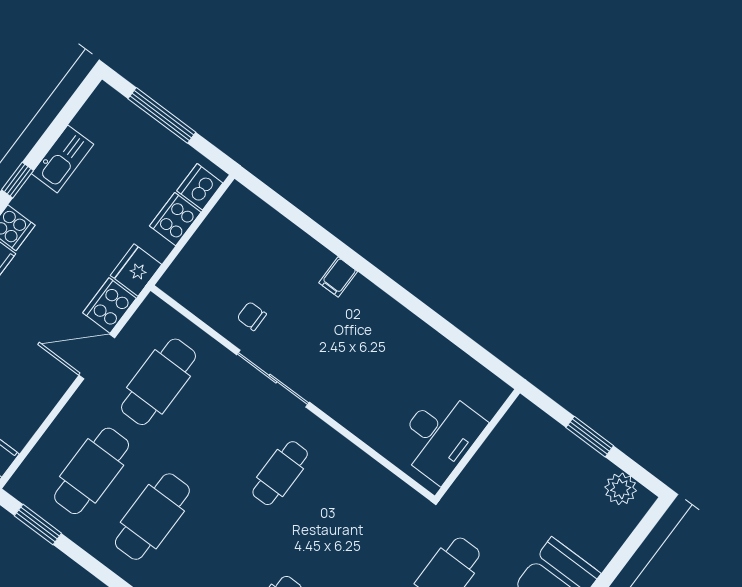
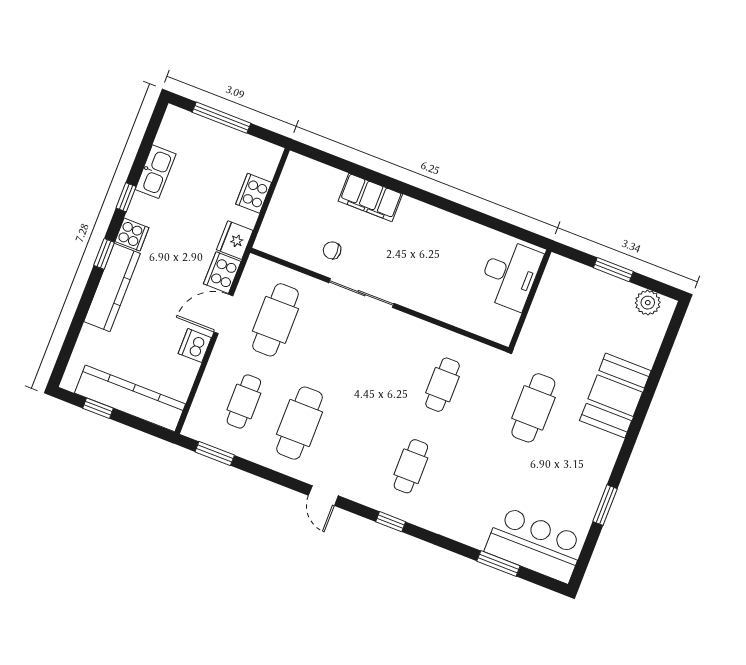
dishwasher: (200, 187) -> (195, 346), moved
filing cabinet: (338, 277) -> (370, 197), width x3.00, depth x1.17
desk: (440, 436) -> (510, 274), moved
cafe table: (92, 471) -> (244, 401), width x0.73, depth x0.74
cafe table: (280, 473) -> (443, 385), moved

